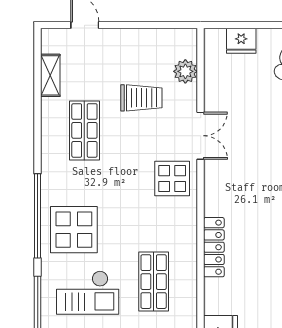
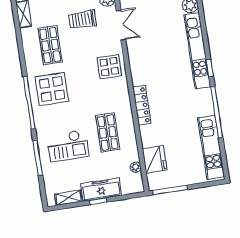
trolley: (141, 98) -> (82, 19), turned 180
double door: (201, 136) -> (121, 25), moved
display table: (74, 230) -> (52, 89), moved

